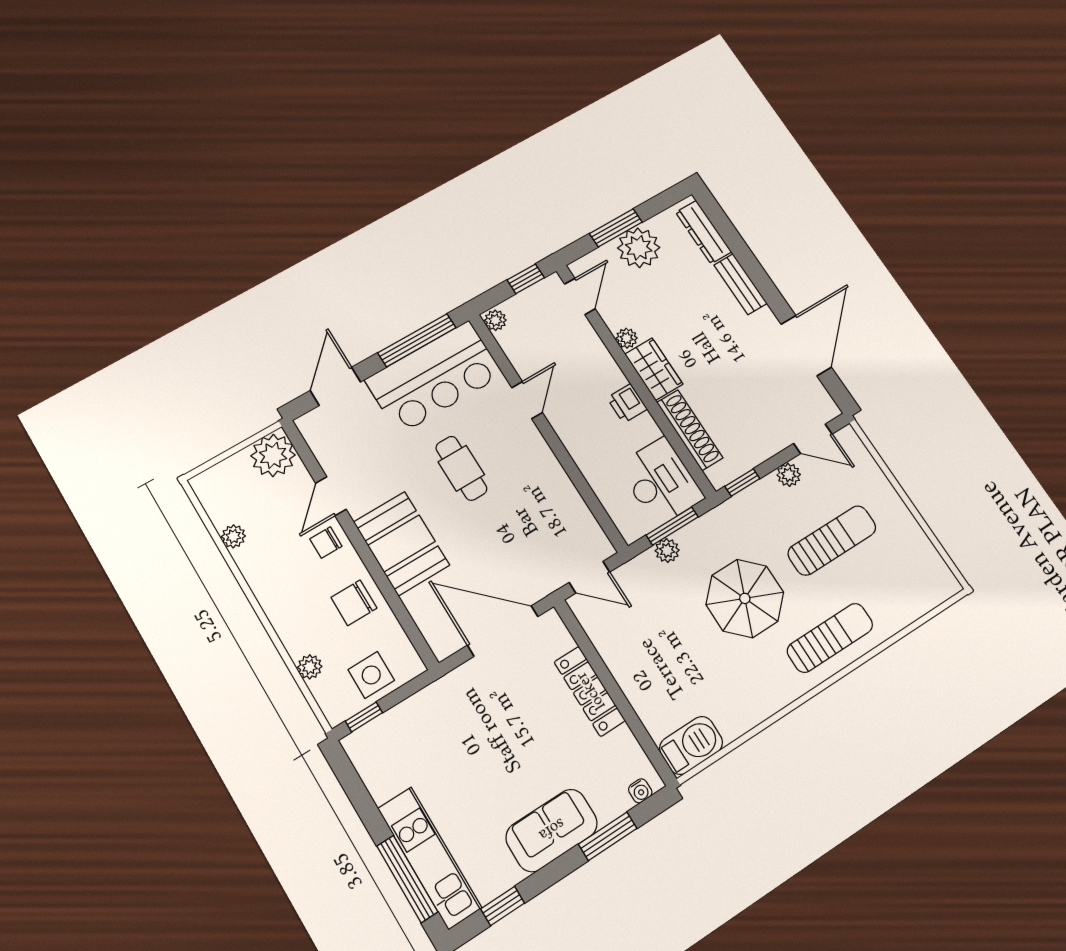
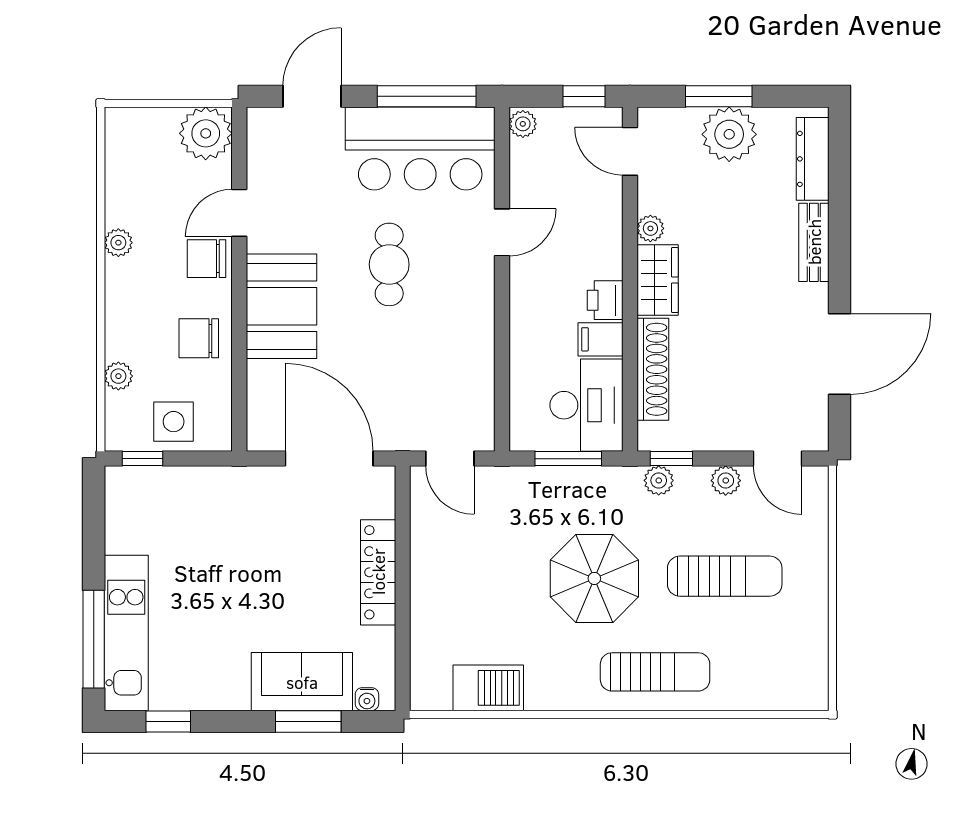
door: (580, 296) -> (630, 151), swing flipped
filing cabinet: (641, 431) -> (601, 339), added
plant: (233, 536) -> (118, 243), moved
chair: (326, 543) -> (206, 259), width x1.37, depth x1.37
plant: (667, 550) -> (659, 480), moved
barbecue: (691, 745) -> (488, 688), moved
sofa: (552, 830) -> (302, 682), moved

